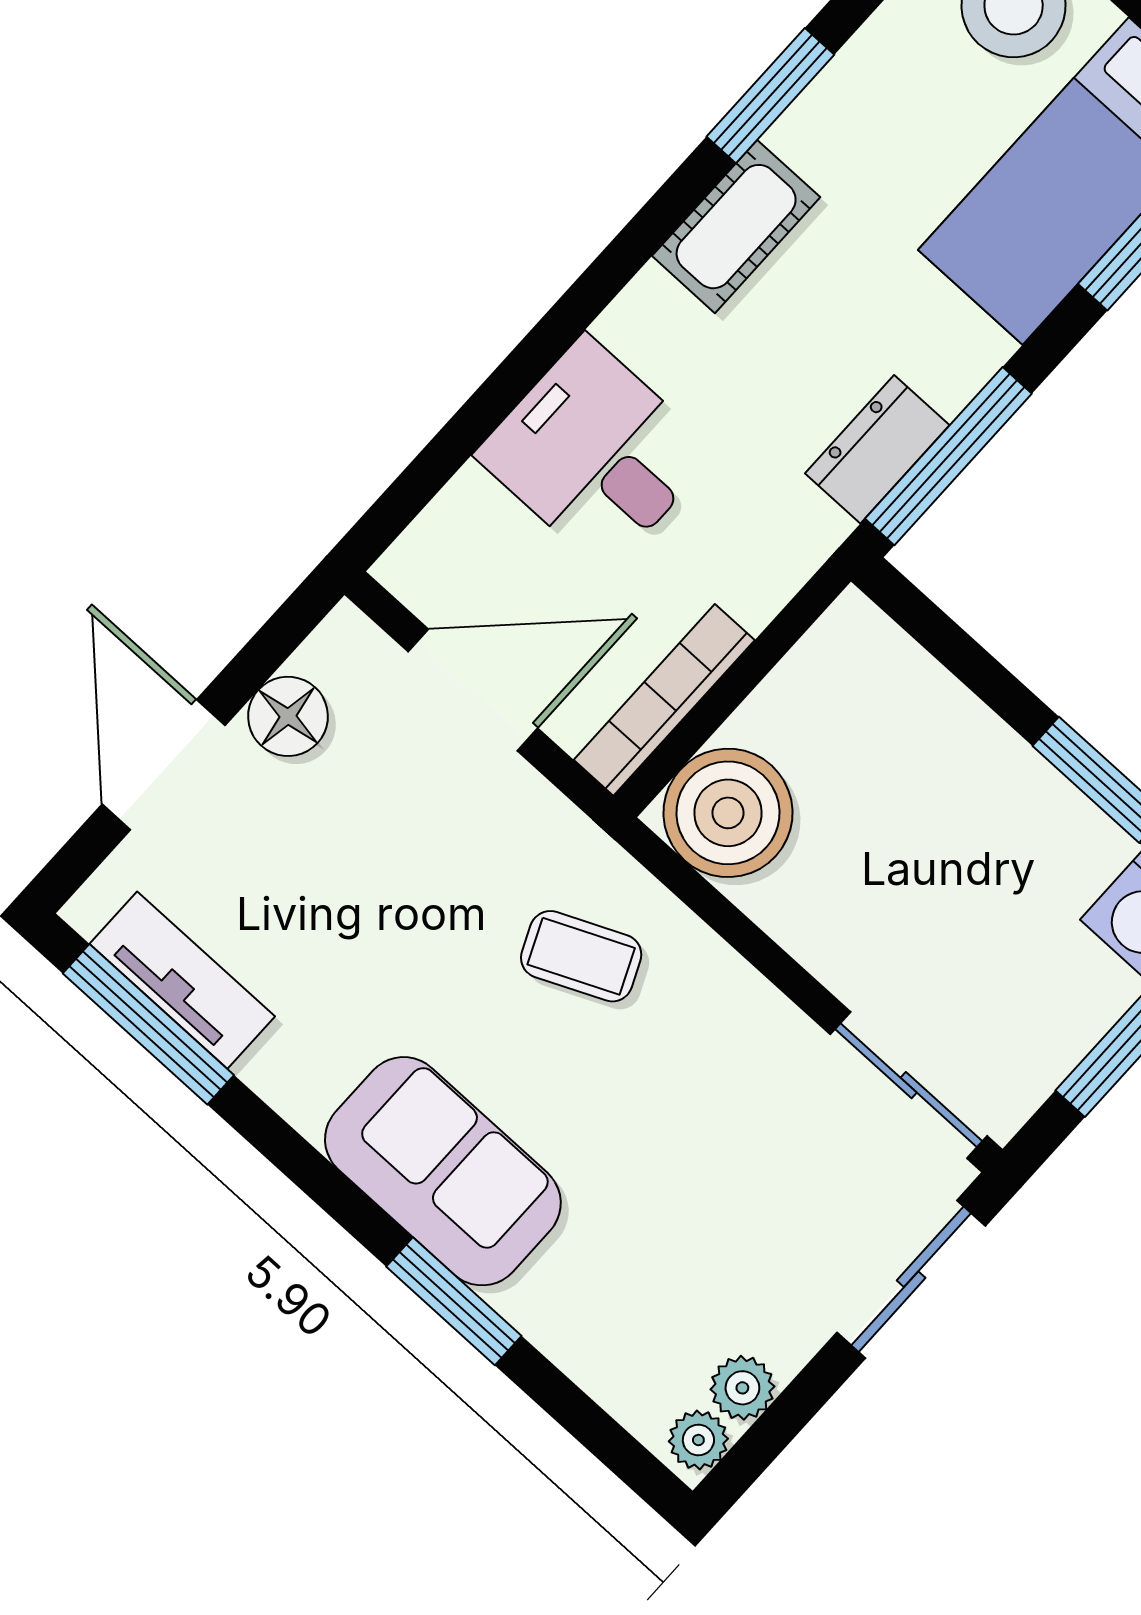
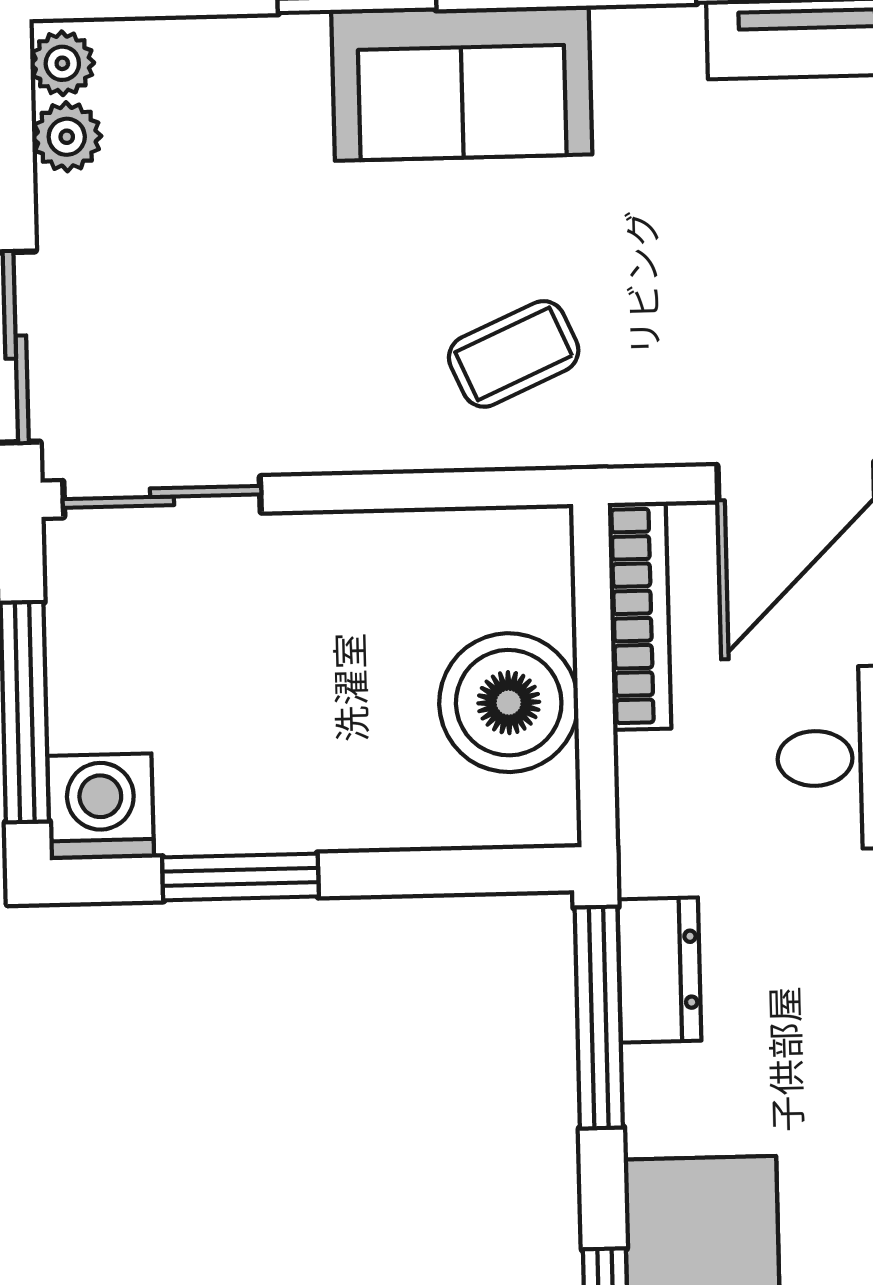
boiler: (728, 813) -> (509, 703), moved

